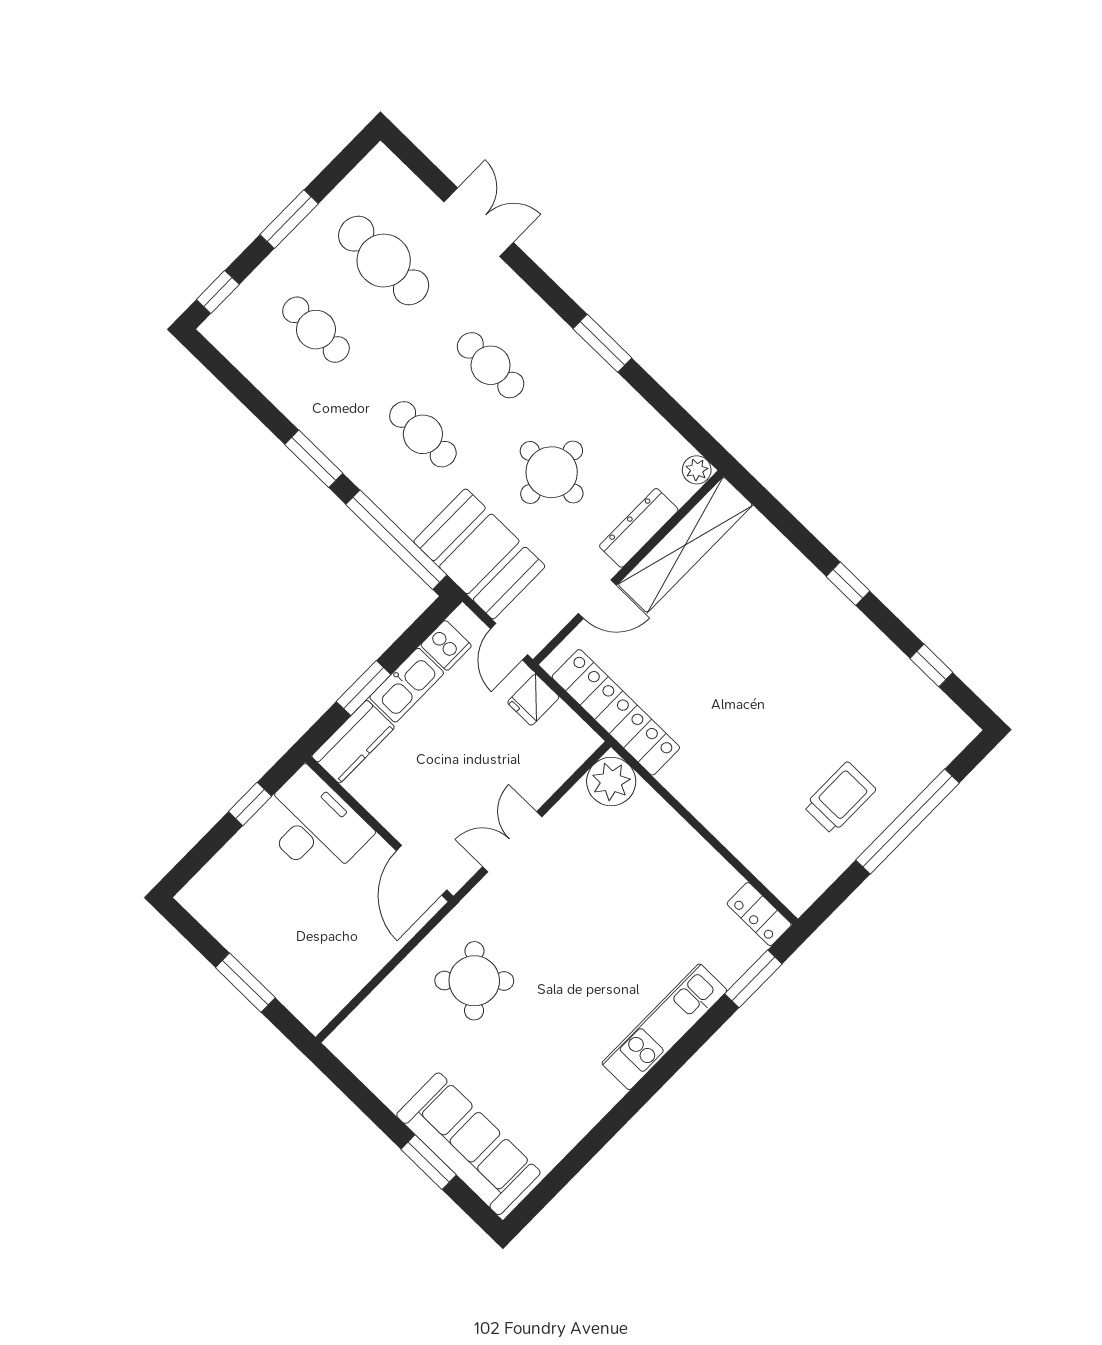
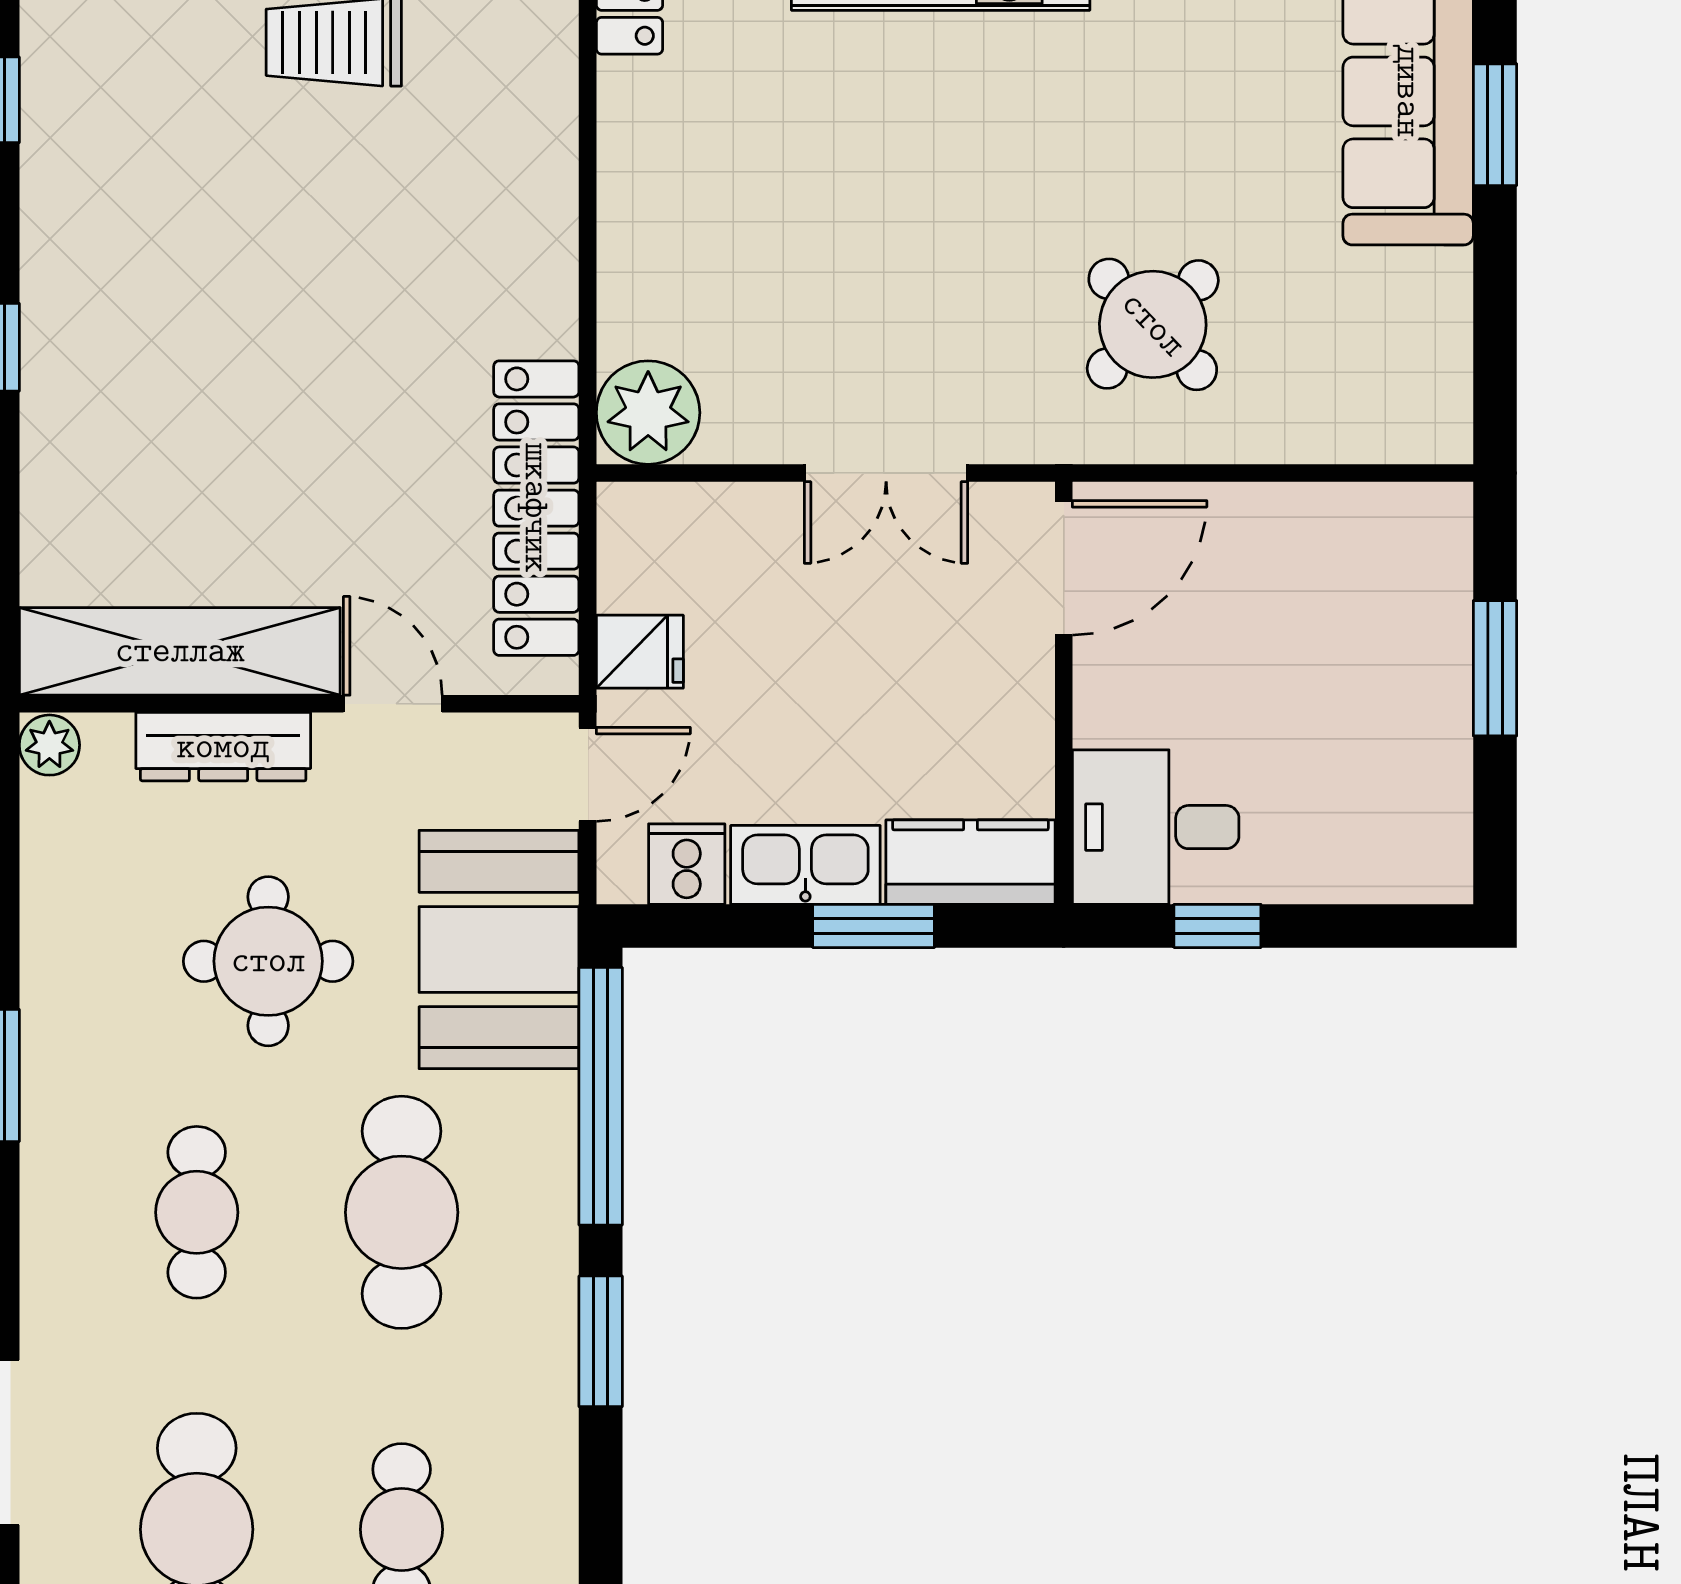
cafe table: (423, 434) -> (402, 1212), width x1.37, depth x1.35
desk: (314, 825) -> (1156, 827), width x0.73

